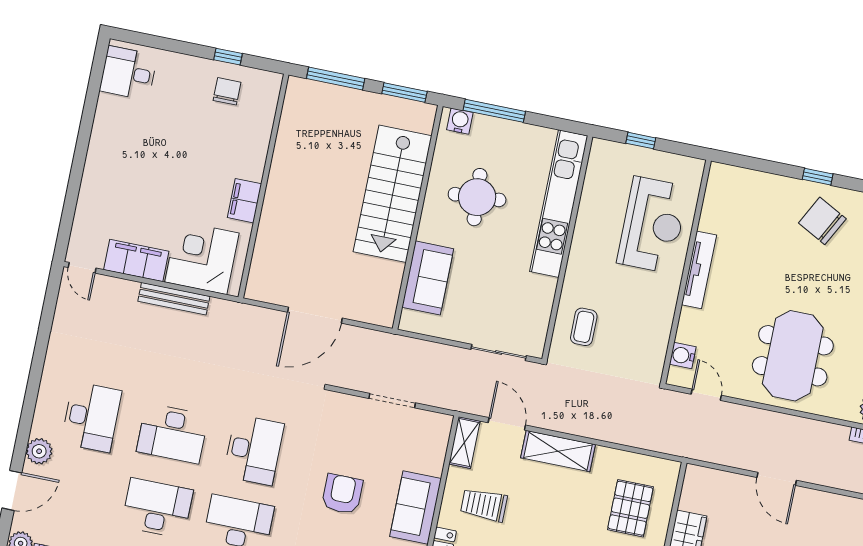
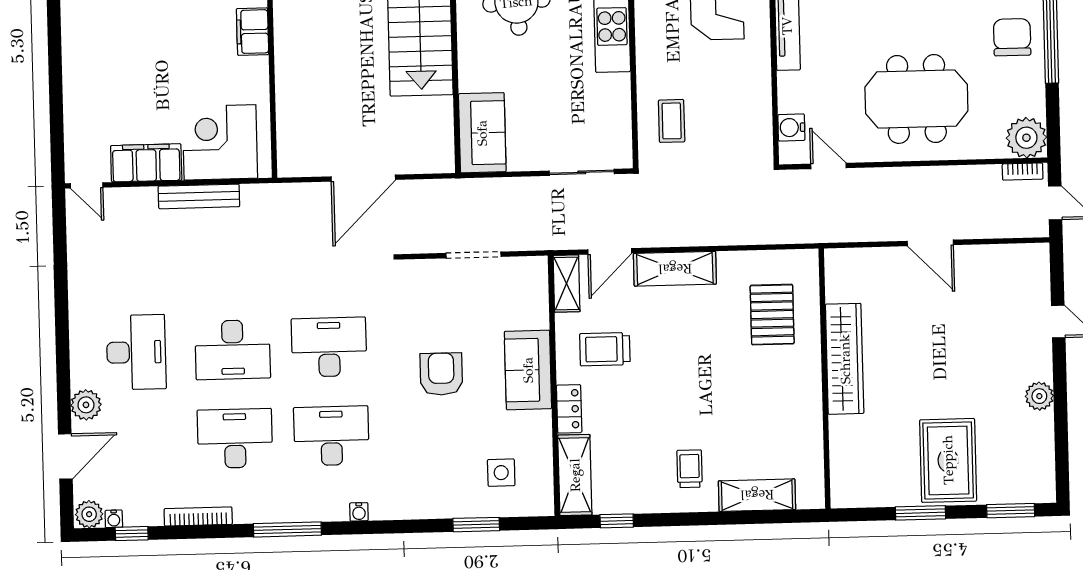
filing cabinet: (245, 201) -> (253, 32), moved
sofa: (428, 278) -> (482, 133), moved
meeting table: (793, 356) -> (916, 99), turned 90
door: (507, 424) -> (610, 251), swing flipped
desk: (254, 450) -> (329, 347), turned -90

